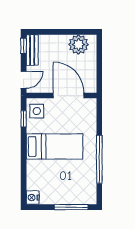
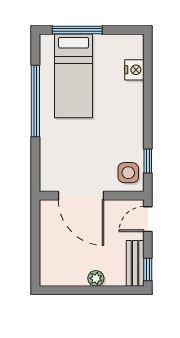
plant: (78, 45) -> (96, 278), moved, width x0.53, depth x0.53
bed: (54, 146) -> (74, 76), moved, turned -90
nightstand: (33, 198) -> (134, 70), moved

